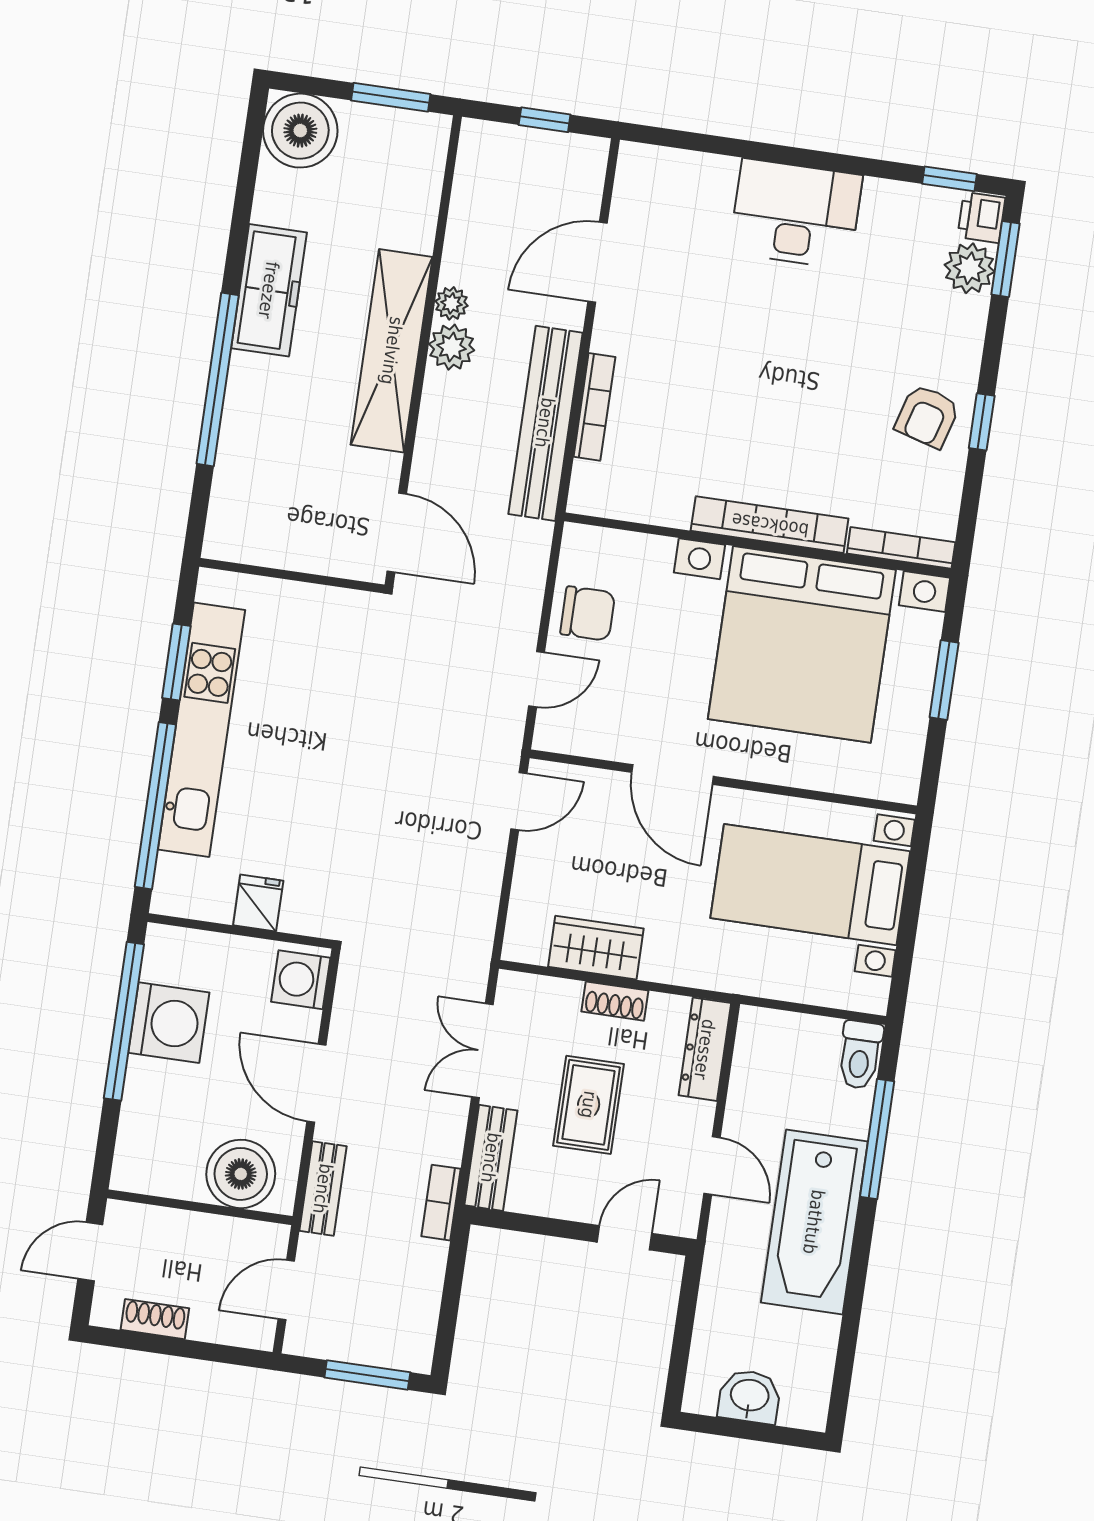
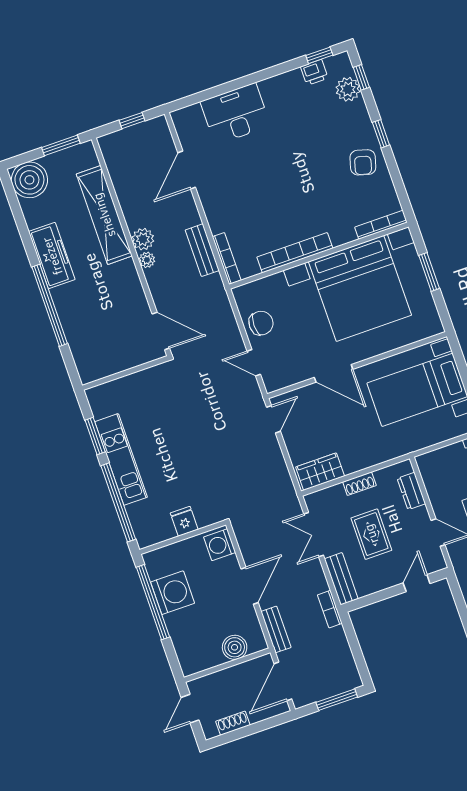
desk: (796, 214) -> (235, 114), moved
printer: (981, 217) -> (314, 72), moved, turned -90
window: (1005, 259) -> (361, 77), width x0.67
plant: (451, 303) -> (147, 260), moved
shelving: (392, 351) -> (104, 215), moved
bookcase: (594, 407) -> (227, 258), moved
window: (982, 422) -> (381, 134), moved
bench: (545, 423) -> (202, 250), width x0.54, depth x0.82
bookcase: (770, 525) -> (295, 253), moved
door: (537, 679) -> (254, 363), swing flipped
kitchen unit: (201, 730) -> (121, 459), width x0.73
wardrobe: (596, 948) -> (320, 472), moved
dresser: (705, 1049) -> (411, 491), width x0.70
door: (316, 1083) -> (250, 586), swing flipped
boiler: (241, 1174) -> (235, 647), width x0.73, depth x0.73
door: (286, 1290) -> (283, 681), width x1.38

